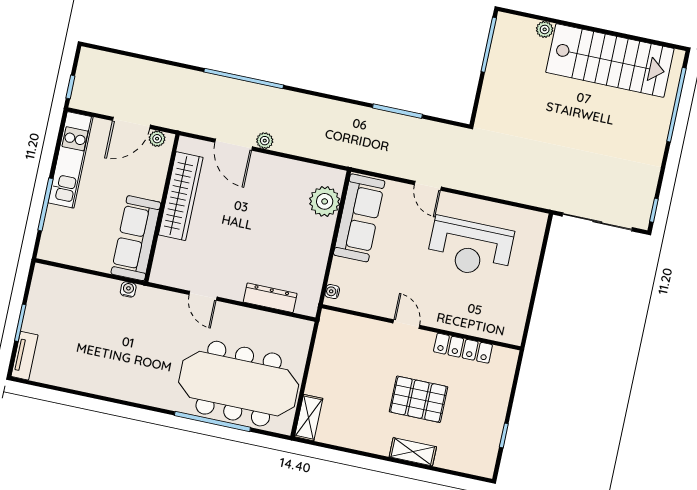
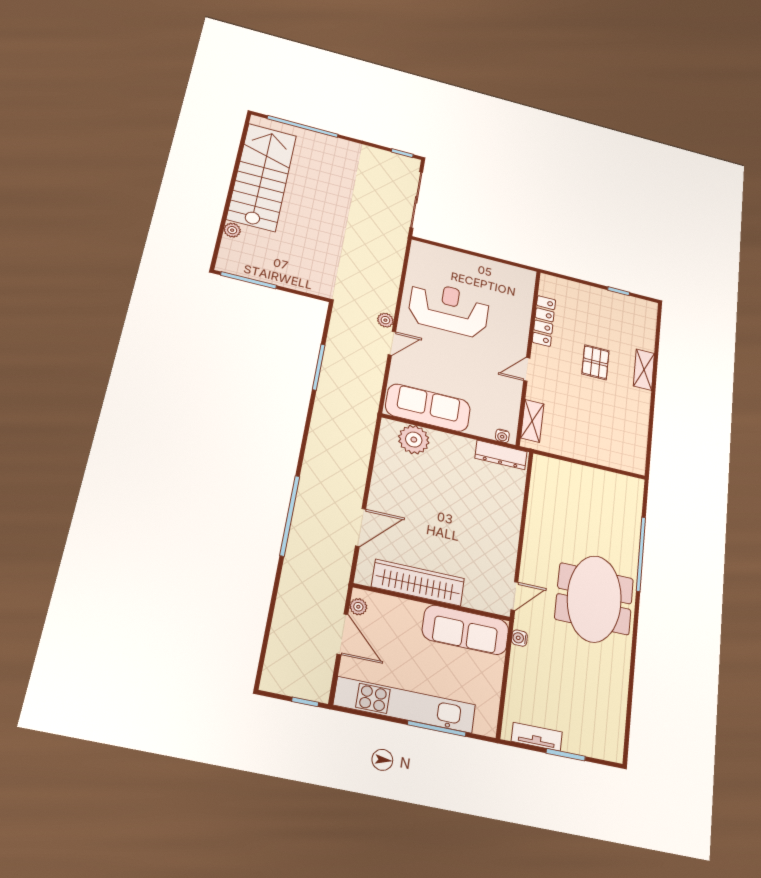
plant: (265, 141) -> (385, 320), moved
kitchen unit: (71, 160) -> (405, 705), width x1.36
reception desk: (470, 247) -> (449, 309), turned -90
door: (203, 296) -> (515, 596), moved
dresser: (270, 298) -> (501, 455), moved, turned -90
tv unit: (25, 356) -> (537, 737), moved
meeting table: (239, 384) -> (594, 599), moved, width x0.73
pallet: (418, 399) -> (595, 362), width x0.67, depth x0.71
shelving: (309, 418) -> (532, 421), moved, turned 90

